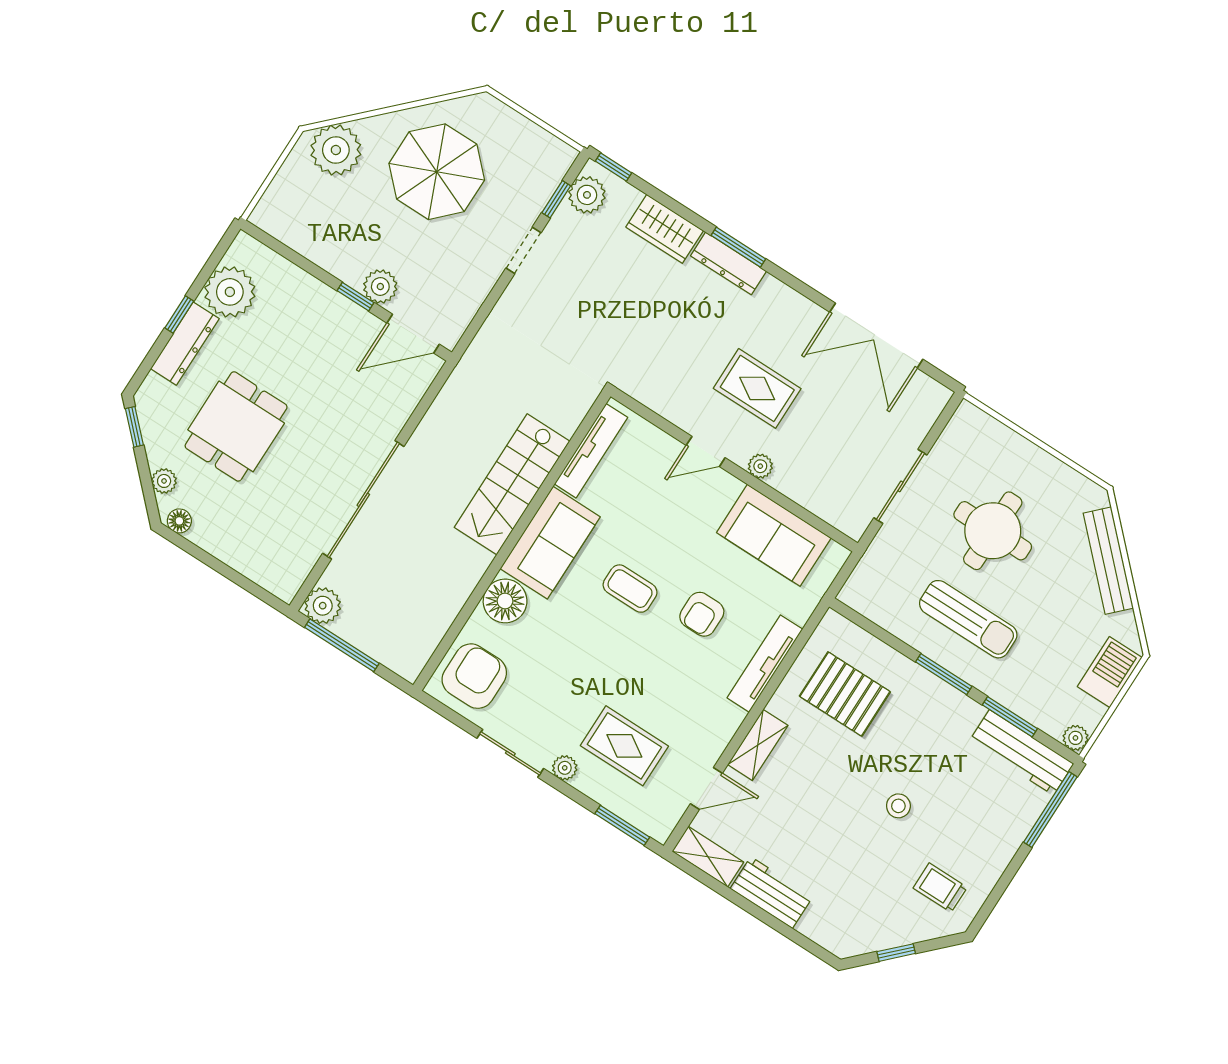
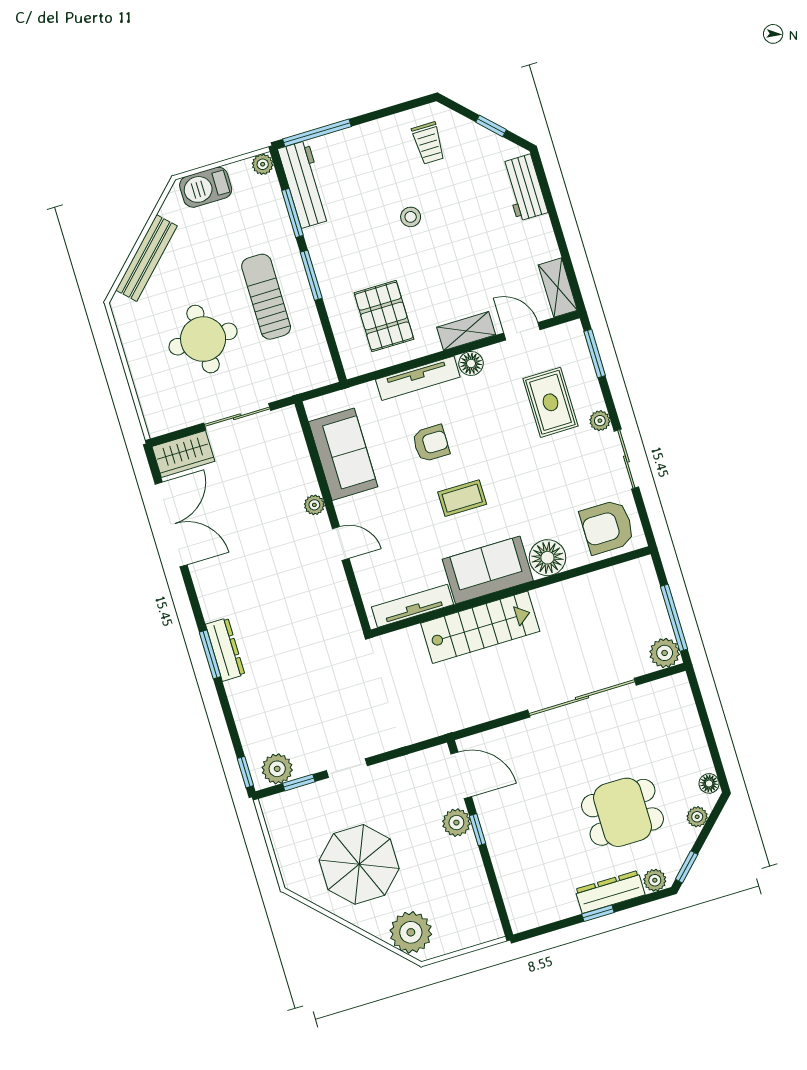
wardrobe: (665, 229) -> (183, 454), moved, turned 90
plant: (230, 292) -> (655, 880), moved, width x0.53, depth x0.53
rug: (757, 388) -> (274, 555), removed
coffee table: (630, 589) -> (462, 498), turned 90
floor lamp: (728, 719) -> (471, 363), added
workbench: (772, 893) -> (524, 188), moved

